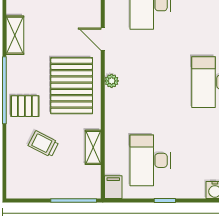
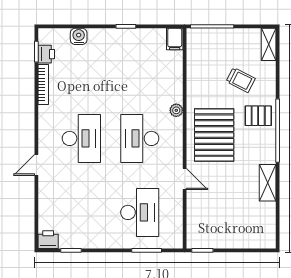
plant: (112, 81) -> (176, 110), moved
shelving: (93, 147) -> (269, 44), moved
desk: (150, 160) -> (140, 138), moved, turned 180

